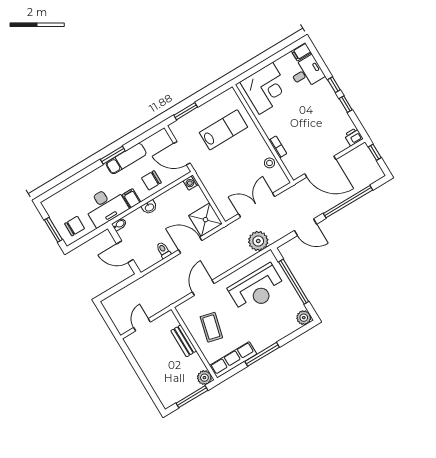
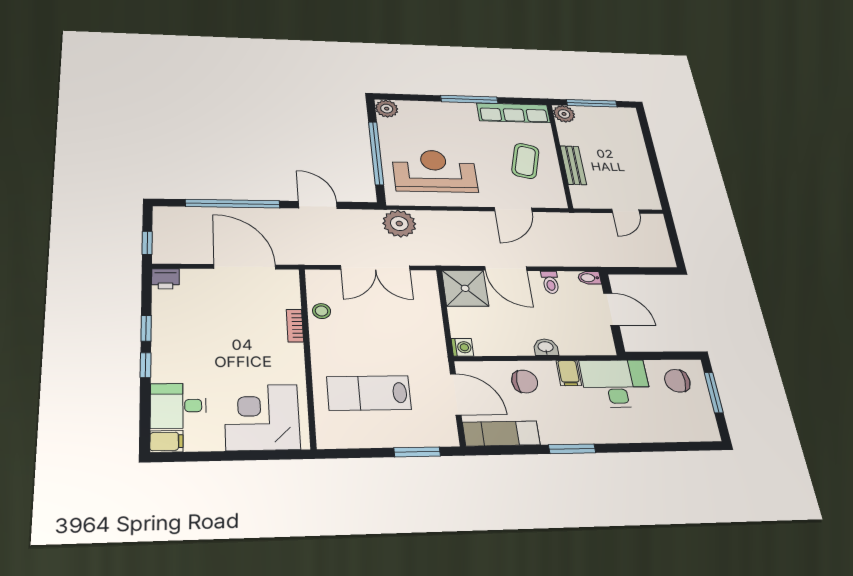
exam couch: (126, 159) -> (501, 433), moved
bidet: (119, 224) -> (589, 278), moved

